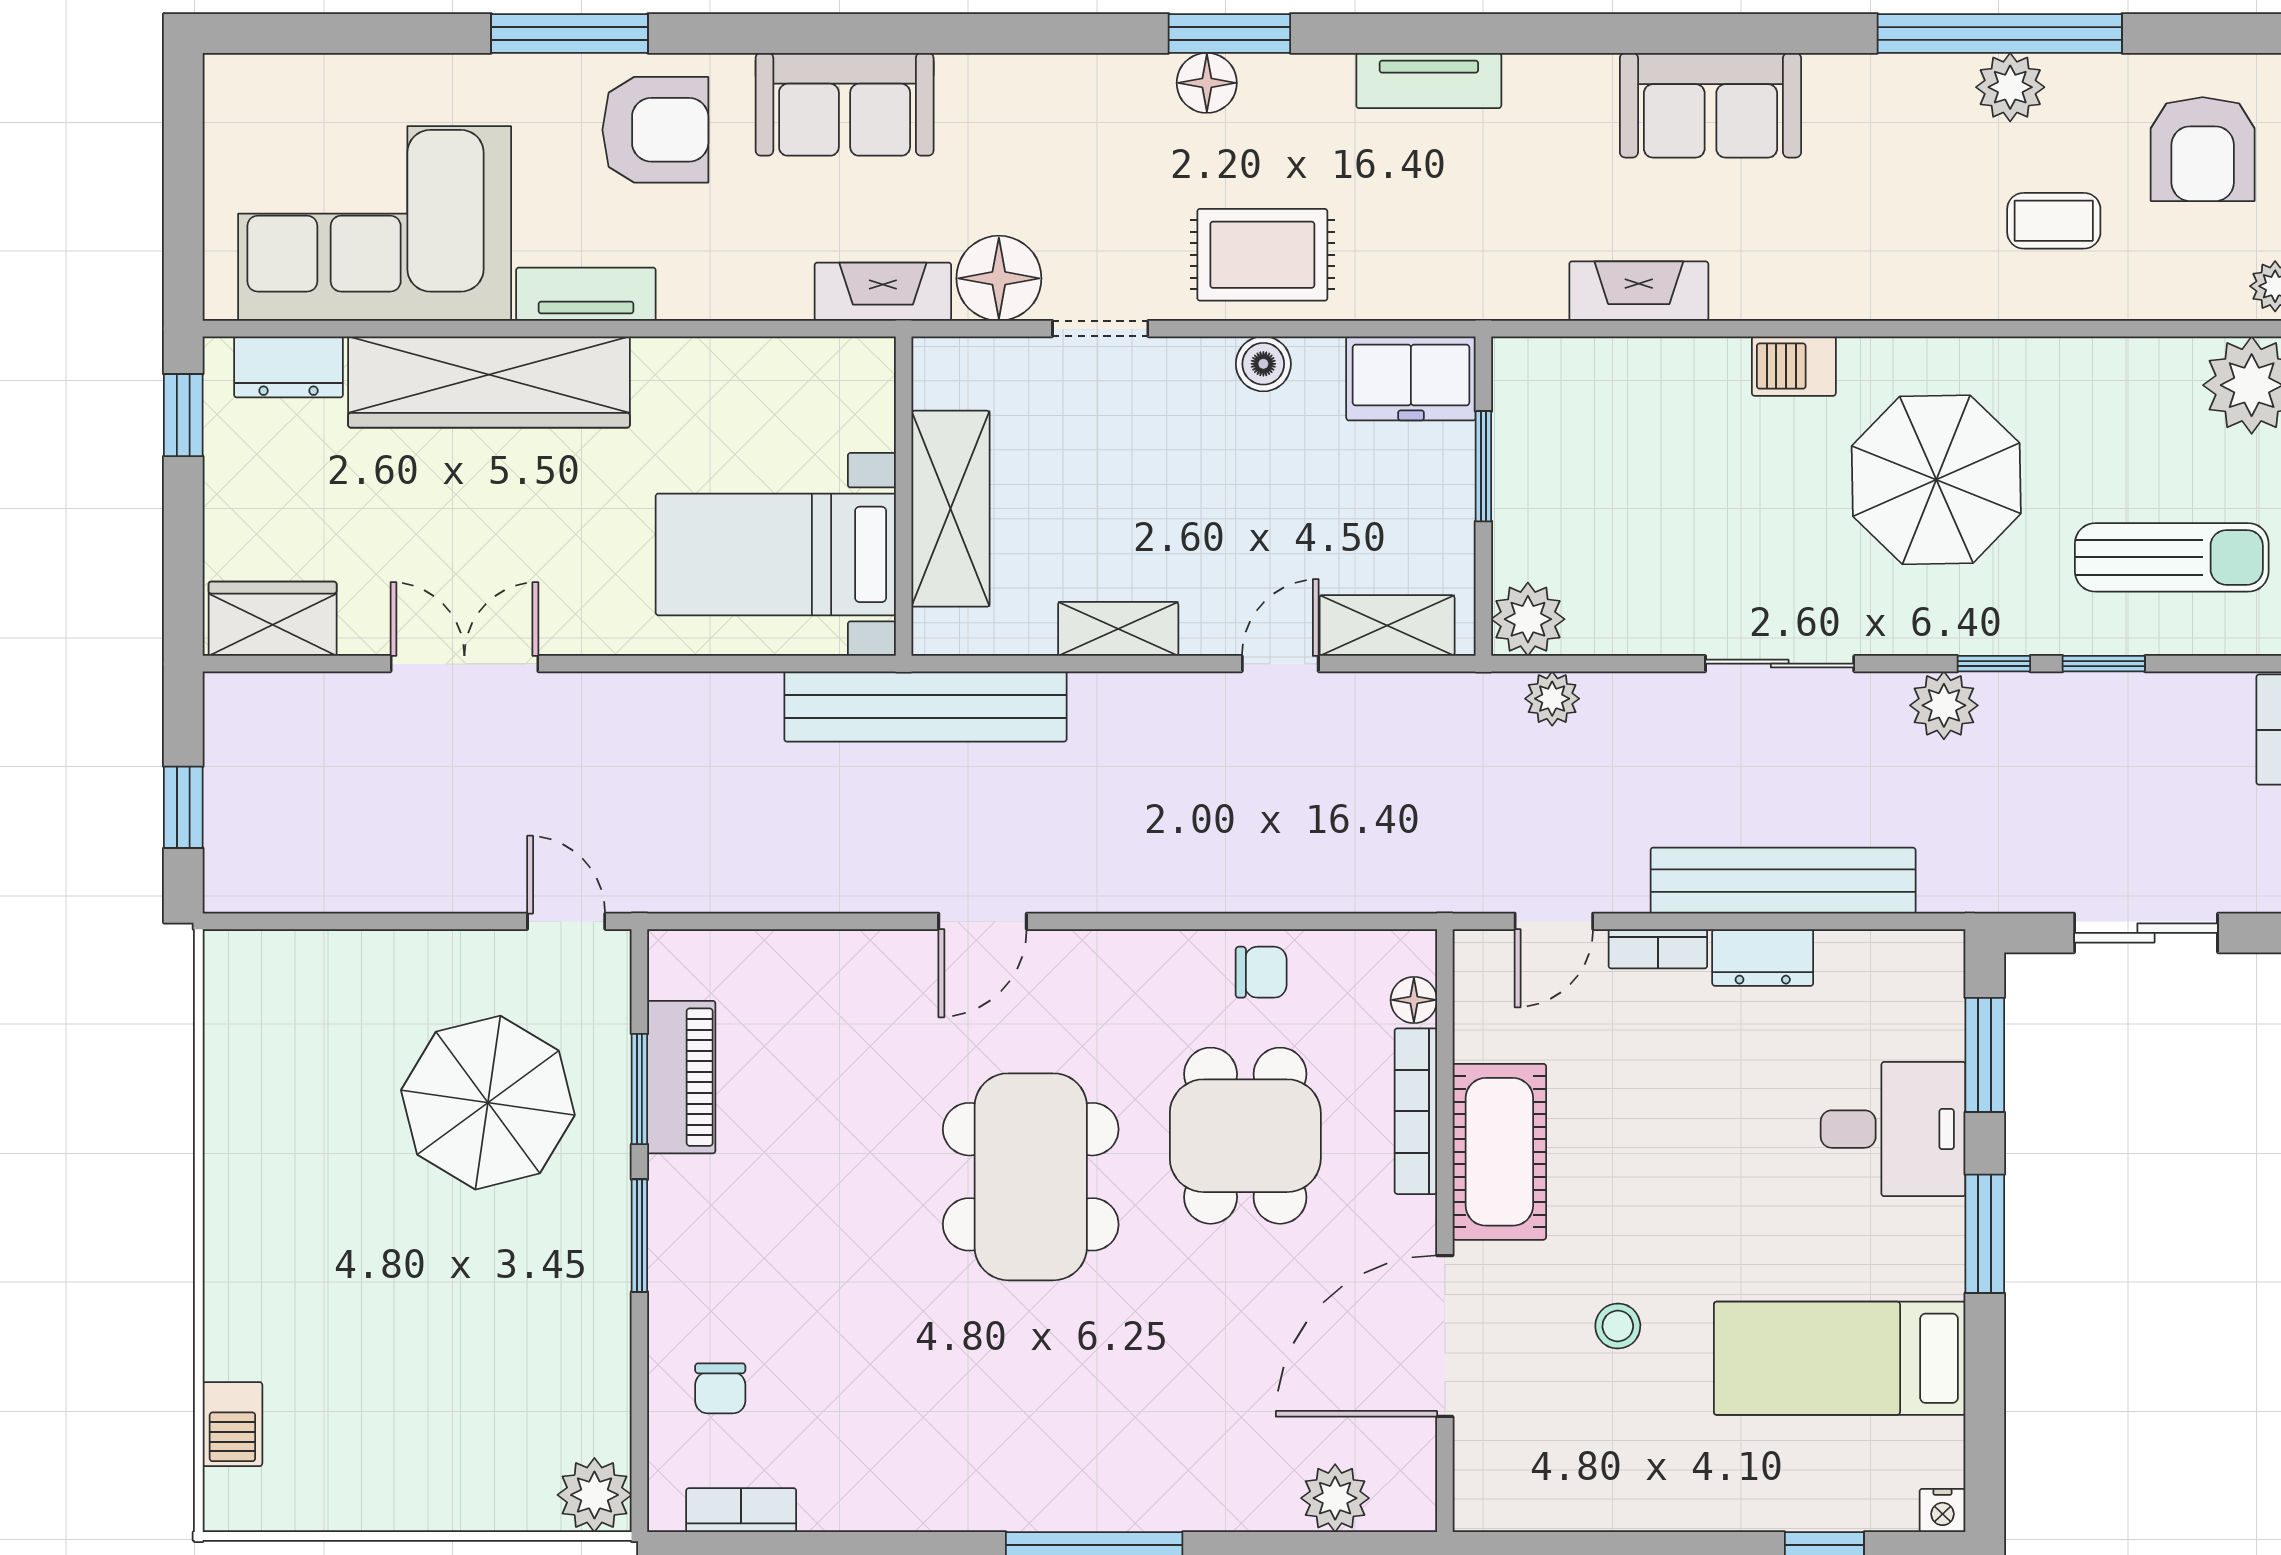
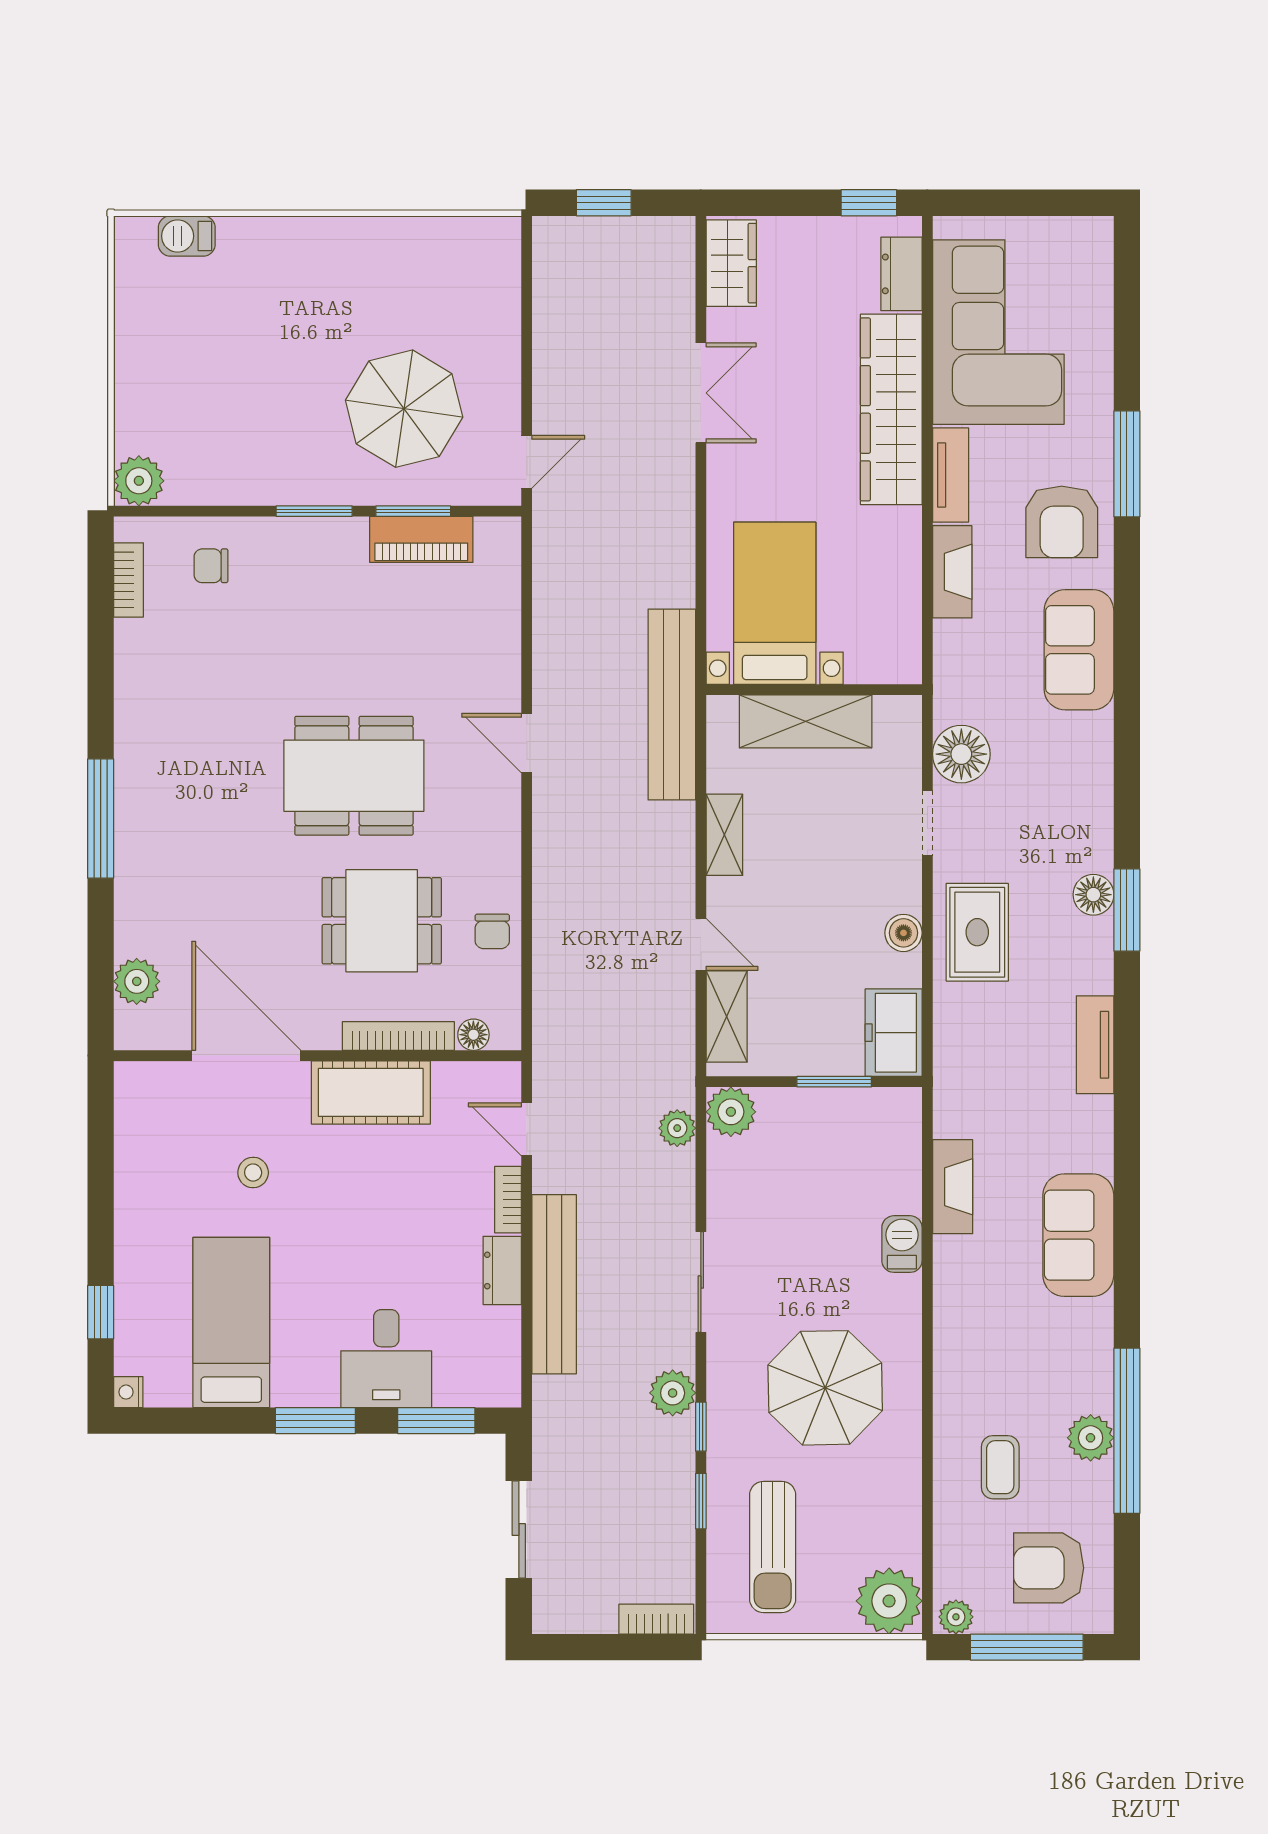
fireplace: (883, 292) -> (952, 572), moved
barbecue: (1794, 366) -> (902, 1244), moved

